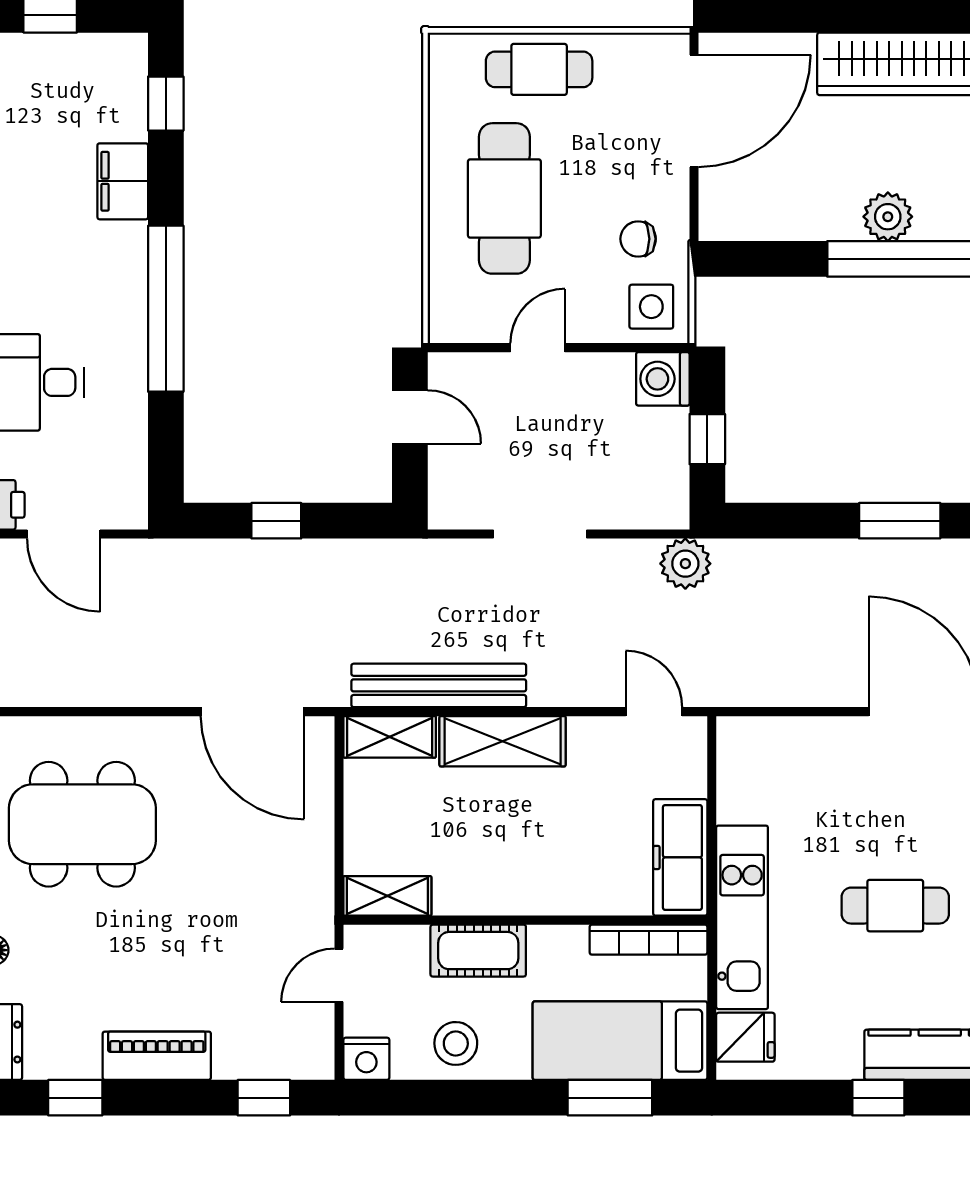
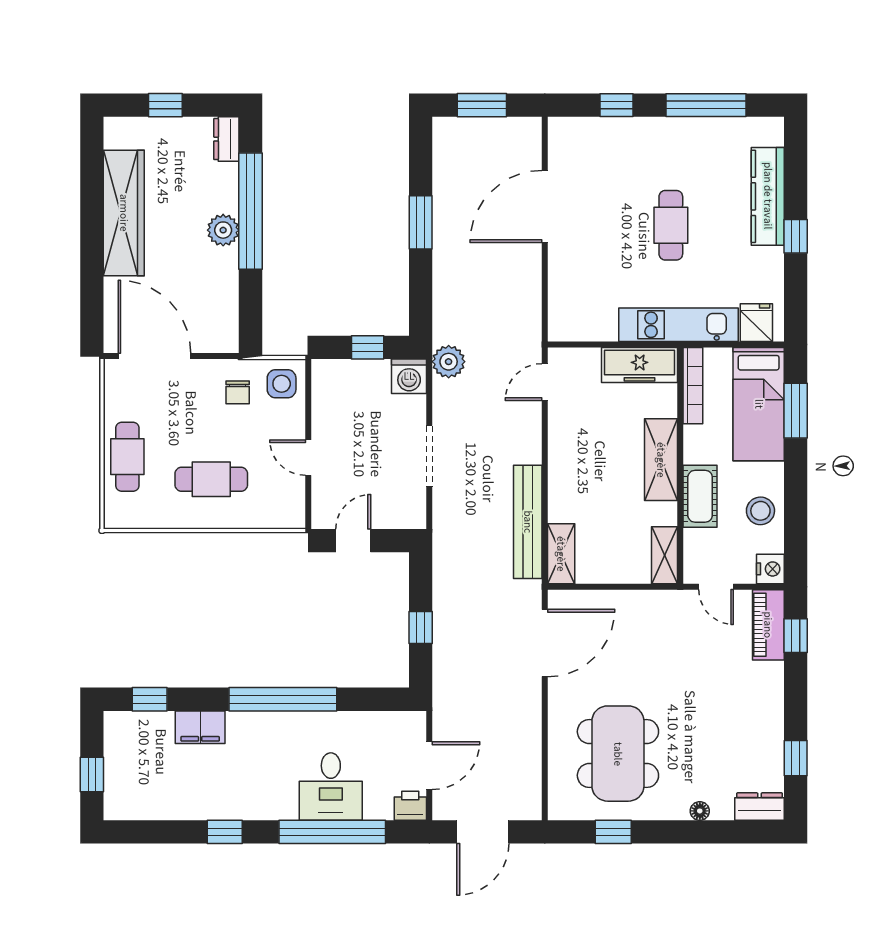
cafe table: (504, 198) -> (211, 479), width x0.73, depth x0.74
washing machine: (663, 379) -> (409, 376), moved
shelving: (503, 741) -> (661, 460), moved
piano: (157, 1056) -> (768, 625), moved

